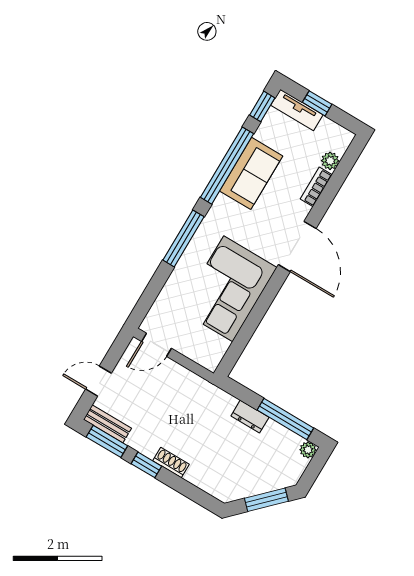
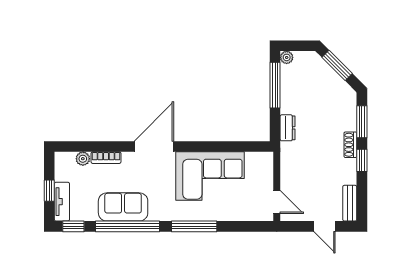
dresser: (250, 417) -> (288, 128), moved
window: (107, 441) -> (362, 122), moved

